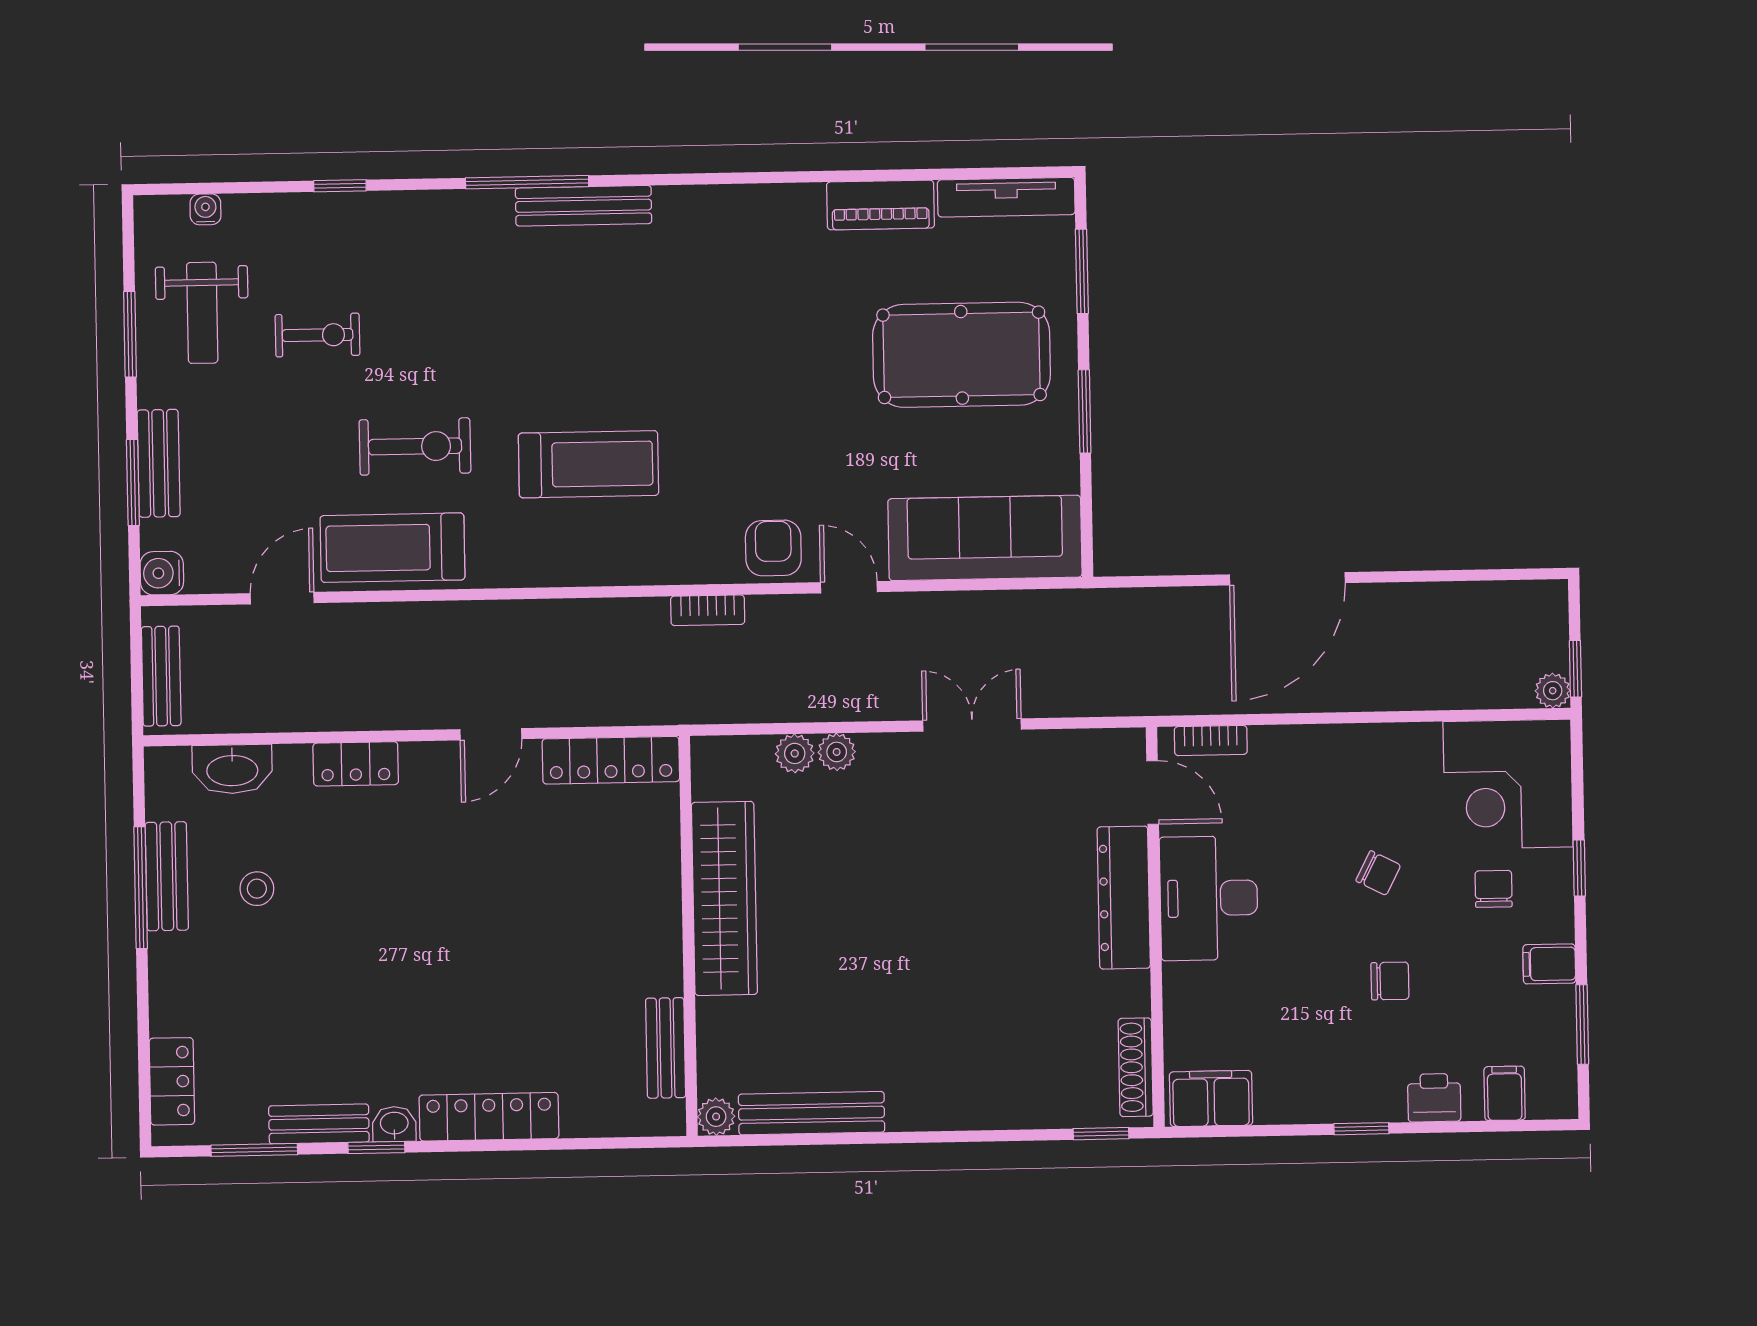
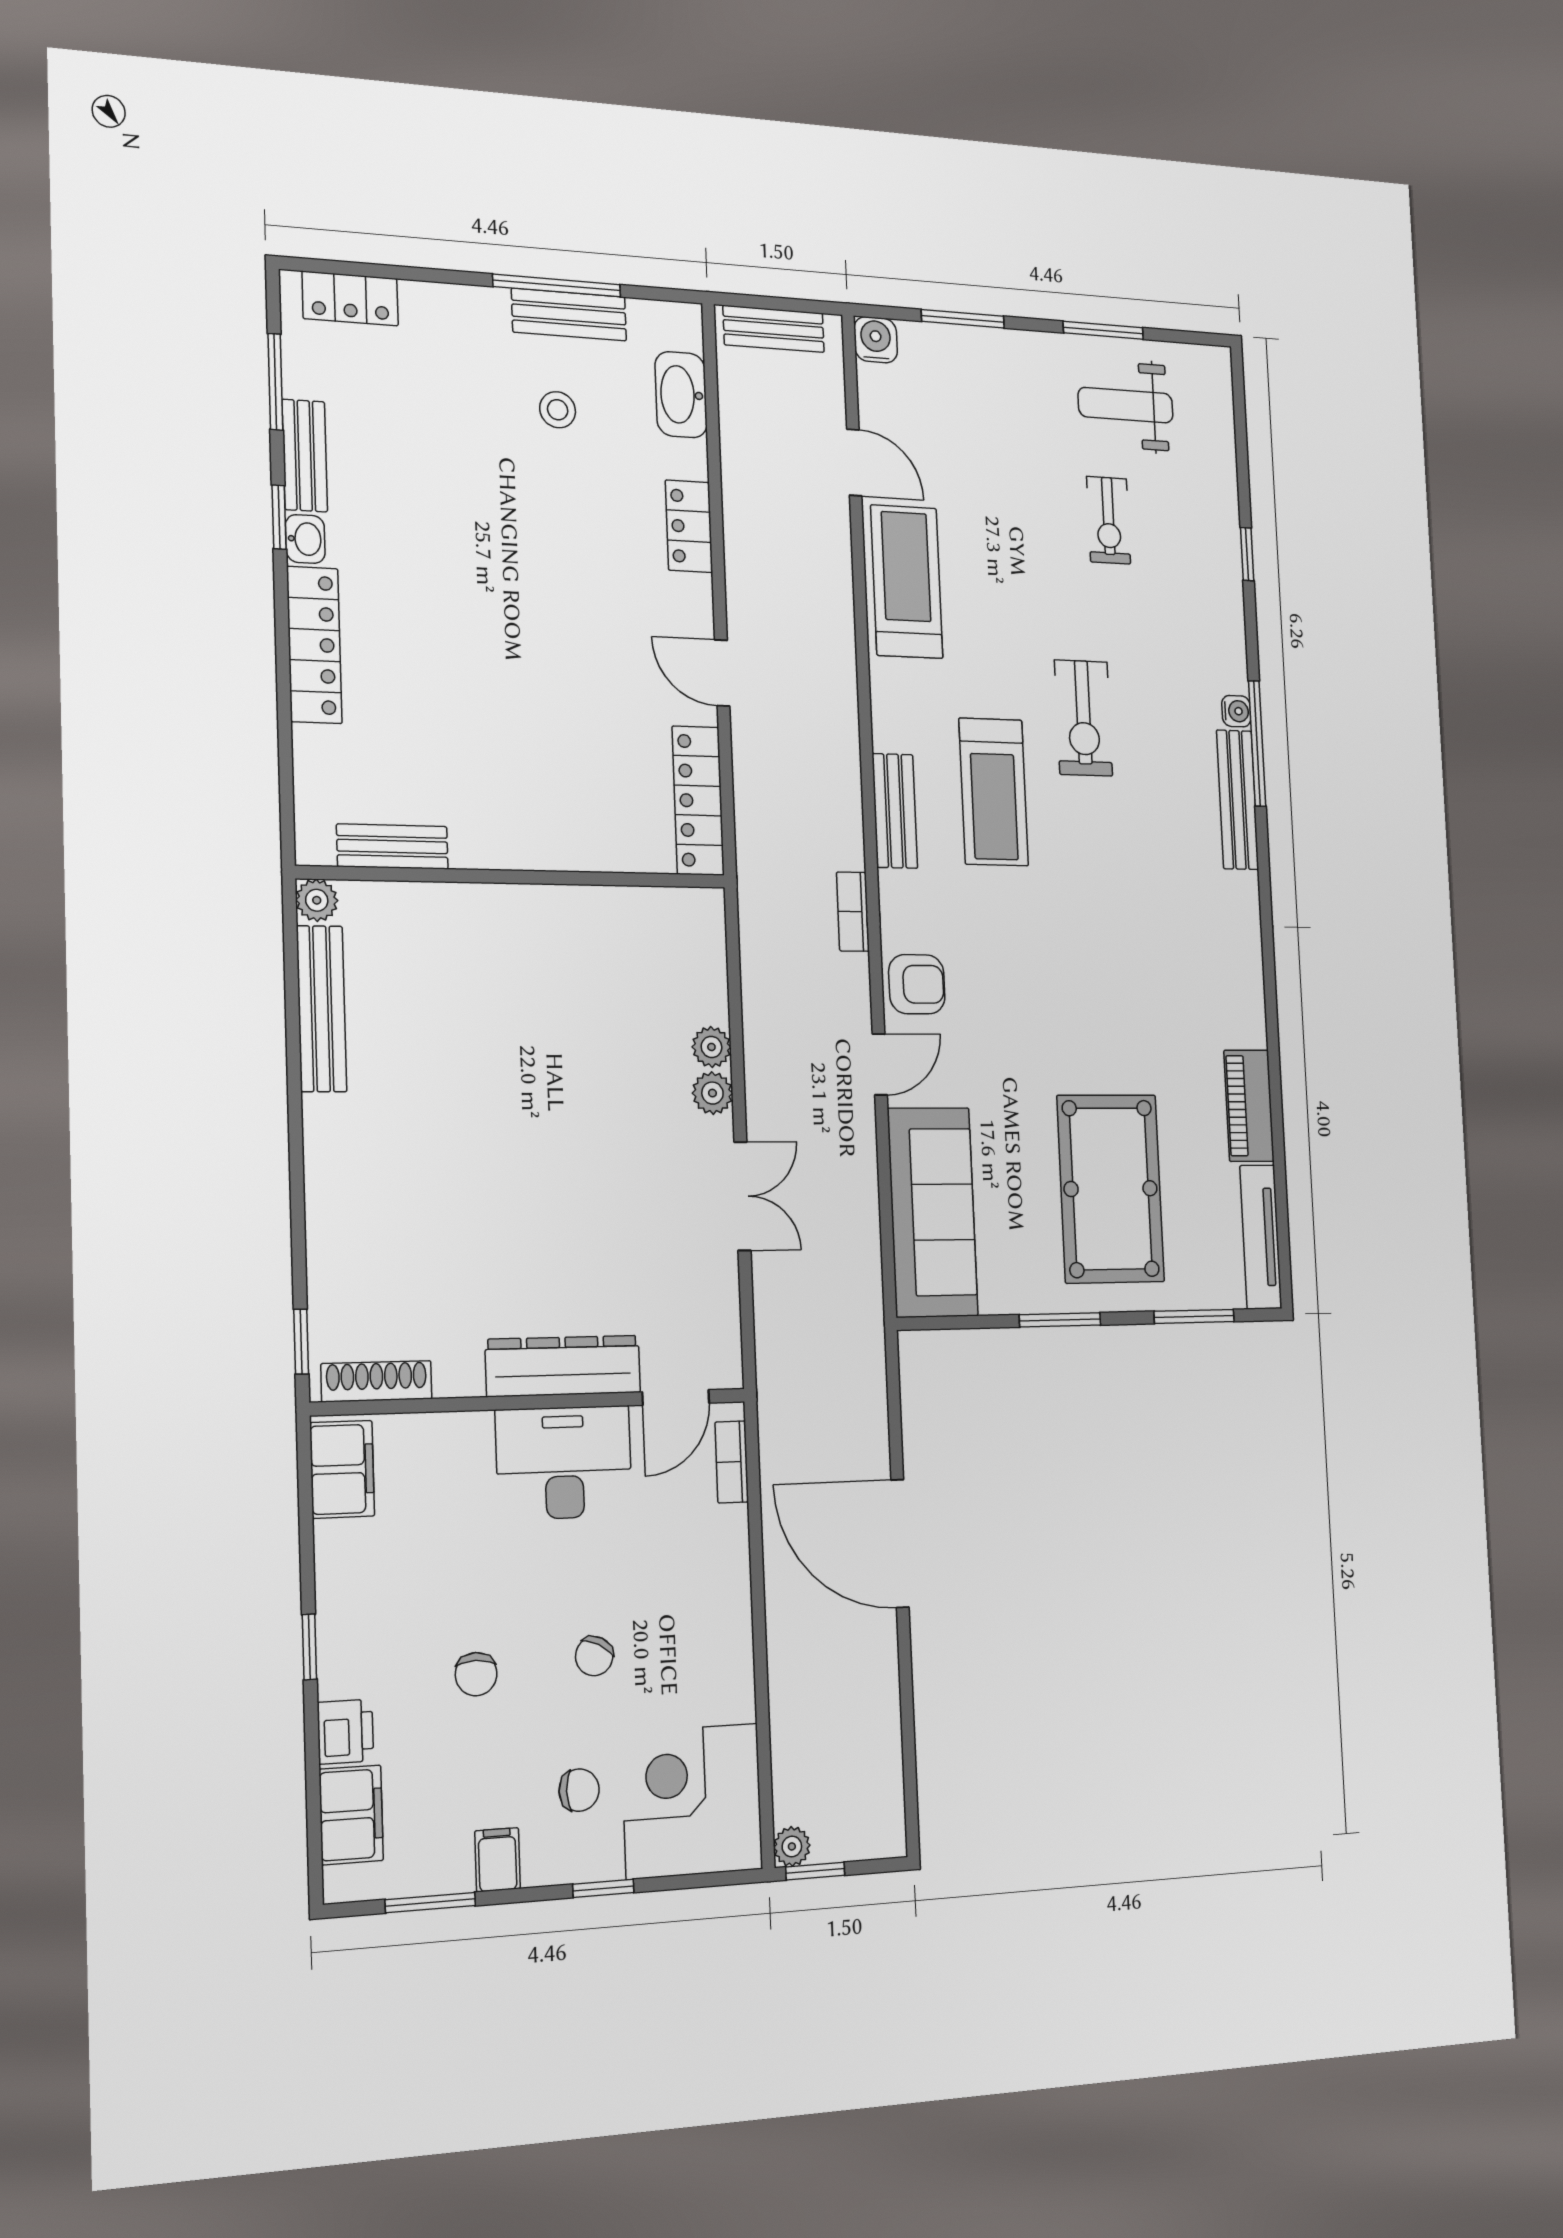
water cooler: (205, 209) -> (1236, 711), moved
exercise bike: (415, 446) -> (1083, 718), moved
bench: (159, 463) -> (895, 811), moved, turned 90
plant: (795, 753) -> (712, 1093), moved
wardrobe: (724, 898) -> (555, 918), removed
filing cabinet: (1505, 1093) -> (351, 1815), width x2.00

